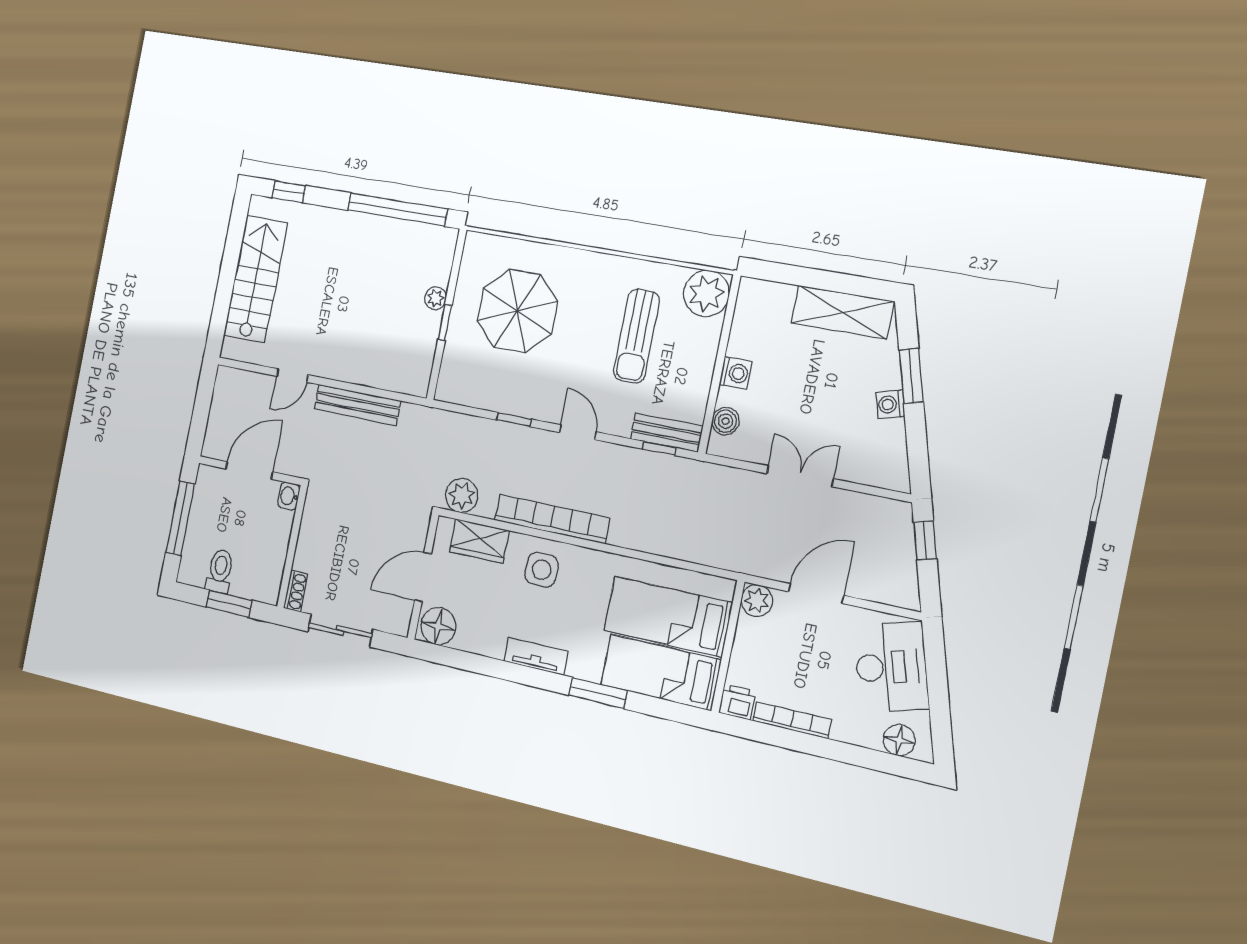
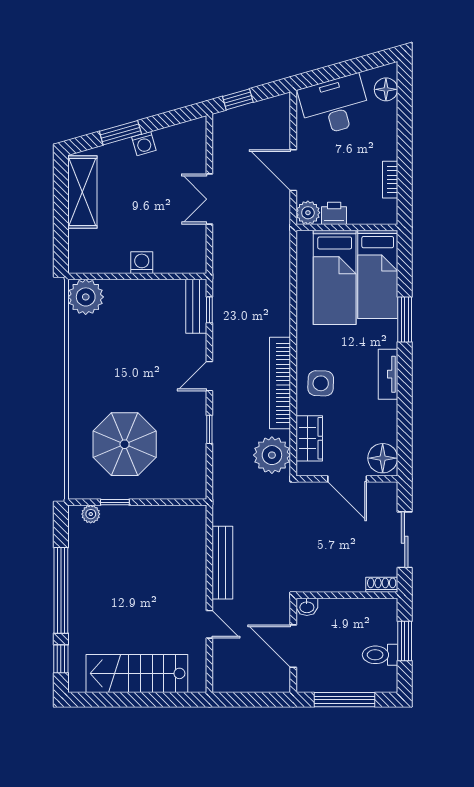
window: (397, 210) -> (61, 590), moved
plant: (435, 298) -> (91, 514), moved
window: (445, 322) -> (115, 502), moved
sun lounger: (636, 336) -> (127, 345), removed
boiler: (725, 421) -> (179, 263), removed
plant: (462, 496) -> (272, 455), width x1.36, depth x1.36
printer: (737, 702) -> (334, 213), moved, turned 90
bookcase: (792, 720) -> (390, 180), width x0.64

